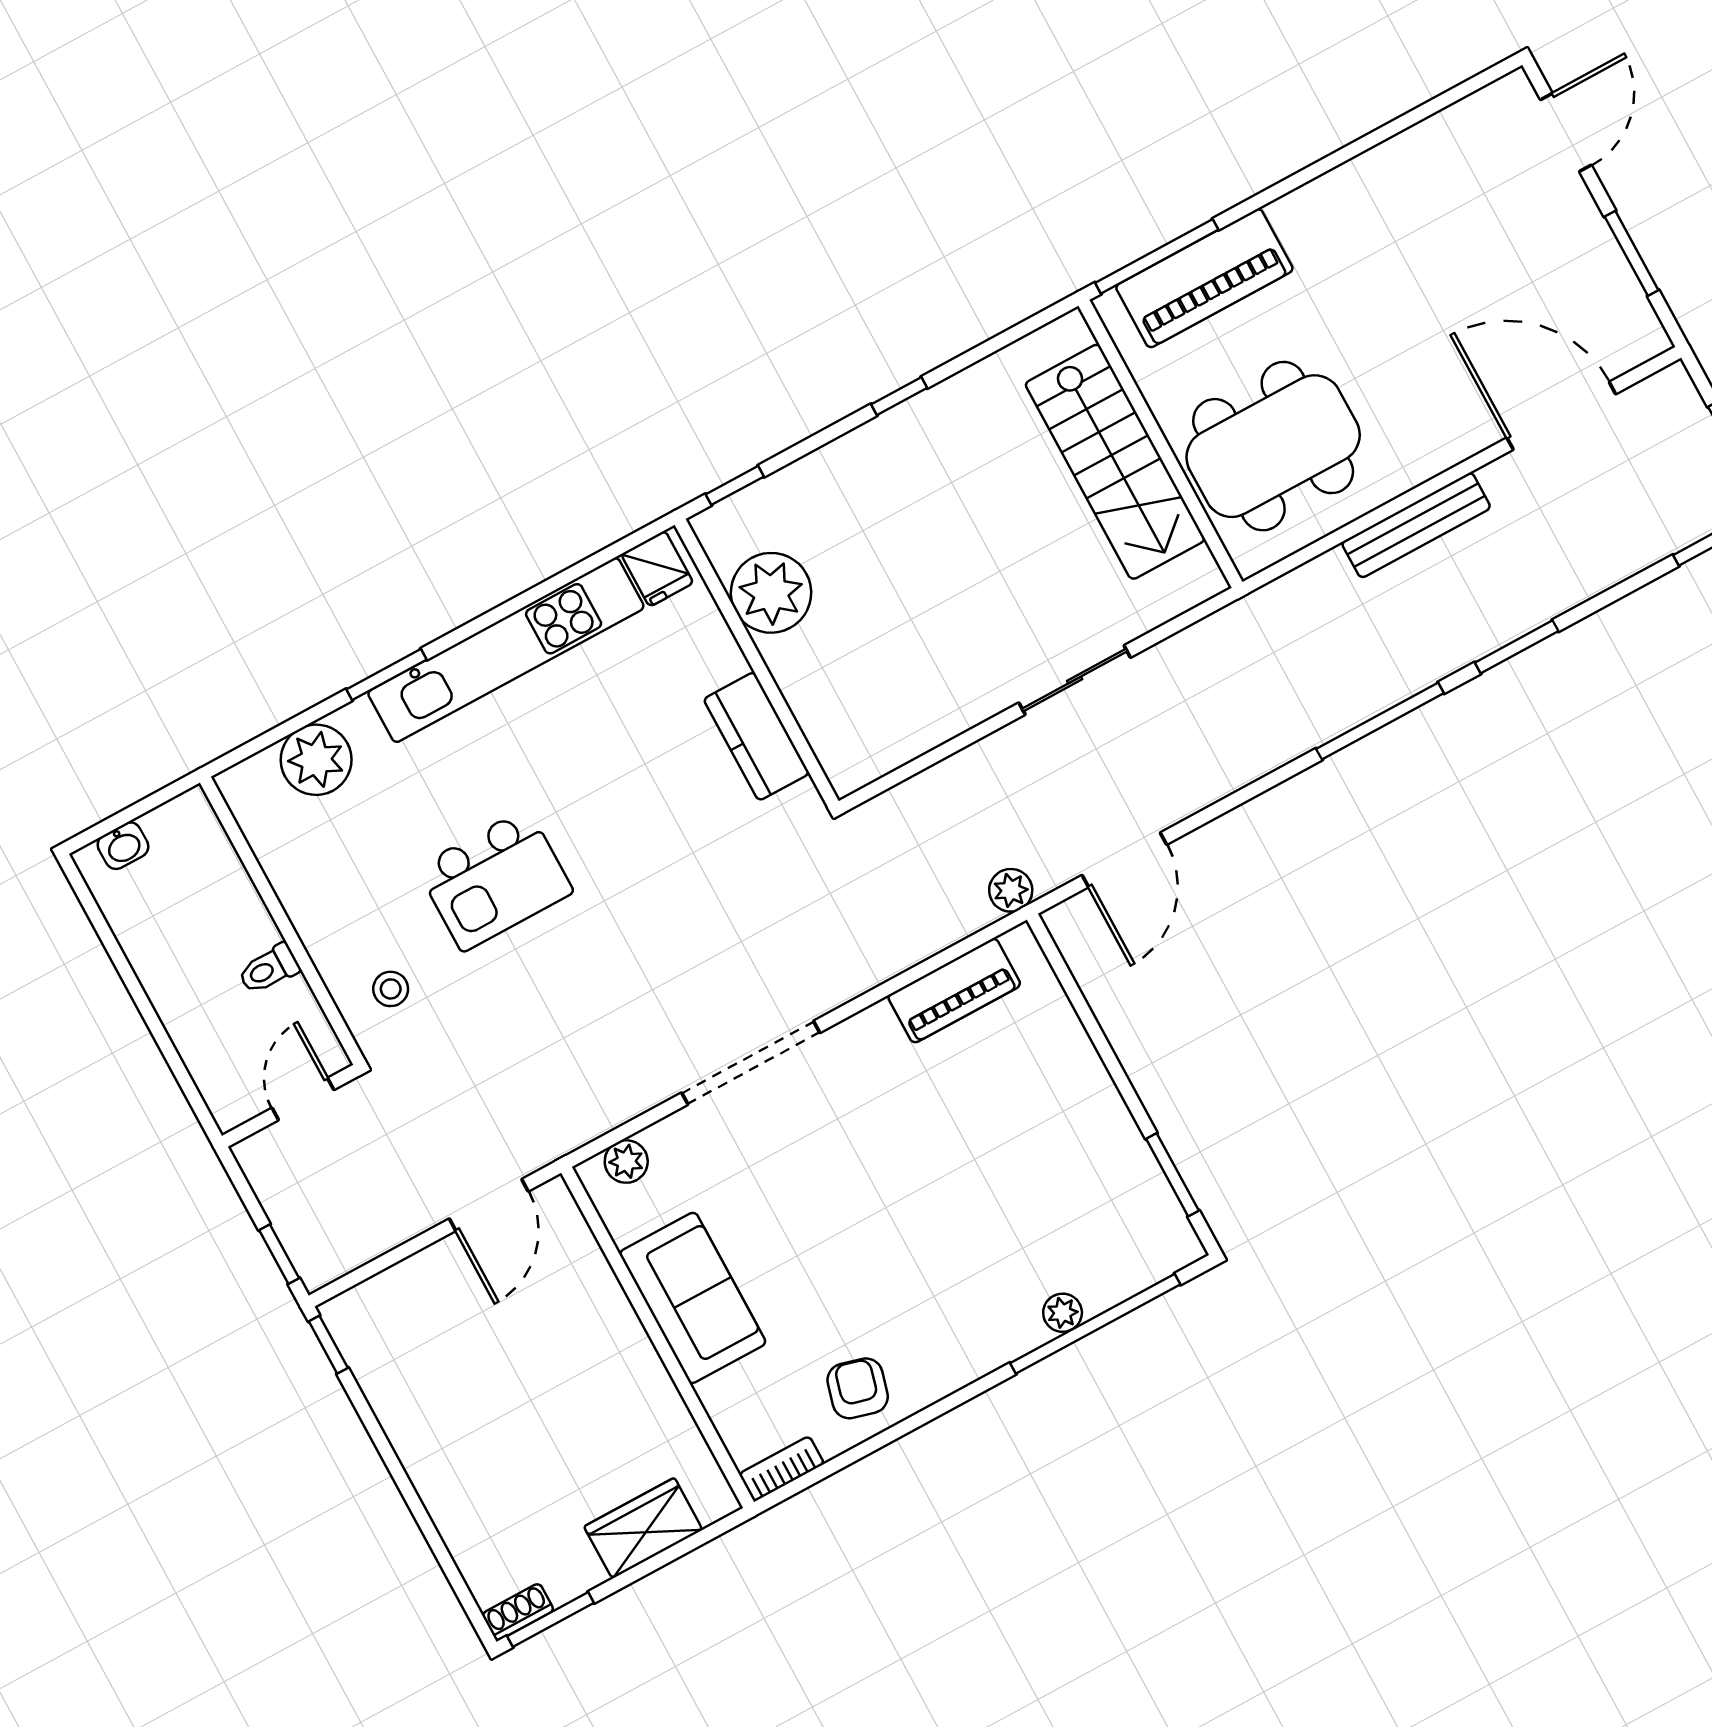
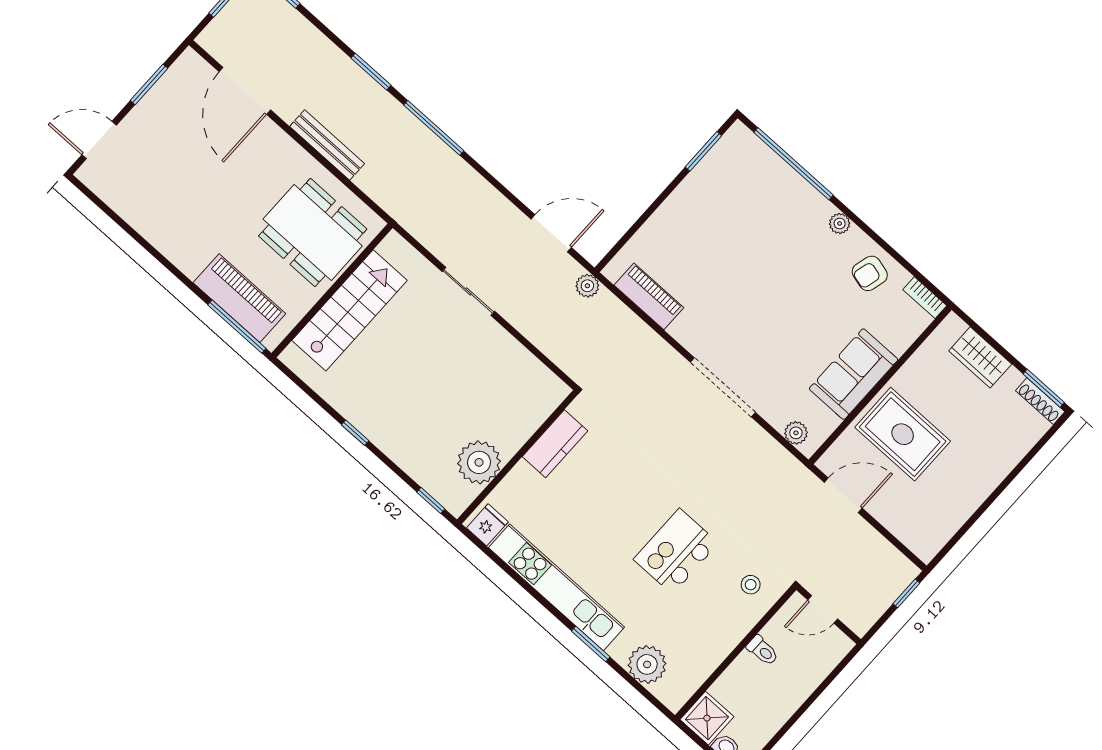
shower: (186, 831) -> (707, 718), added
kitchen island: (495, 880) -> (676, 551), turned -90
plant: (1063, 1313) -> (840, 223), moved
window: (328, 1345) -> (944, 552), removed
rug: (558, 1346) -> (903, 434), added
shoe rack: (518, 1612) -> (1040, 401), width x1.43

